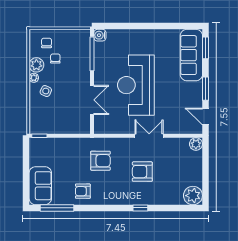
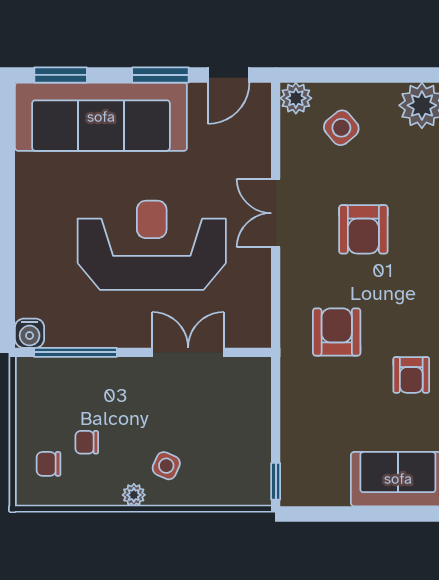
sofa: (191, 55) -> (101, 117), width x1.36, depth x1.27
plant: (36, 65) -> (102, 489), removed
reception desk: (136, 85) -> (152, 245), turned 180
side table: (184, 163) -> (341, 128), added

